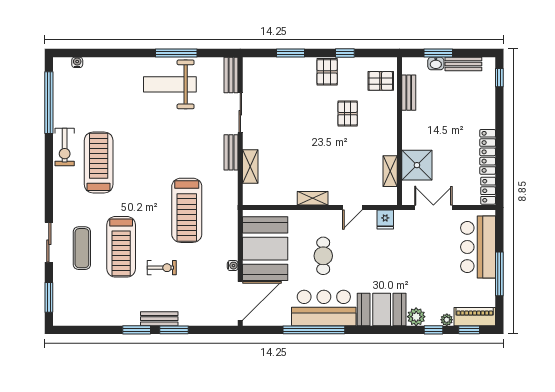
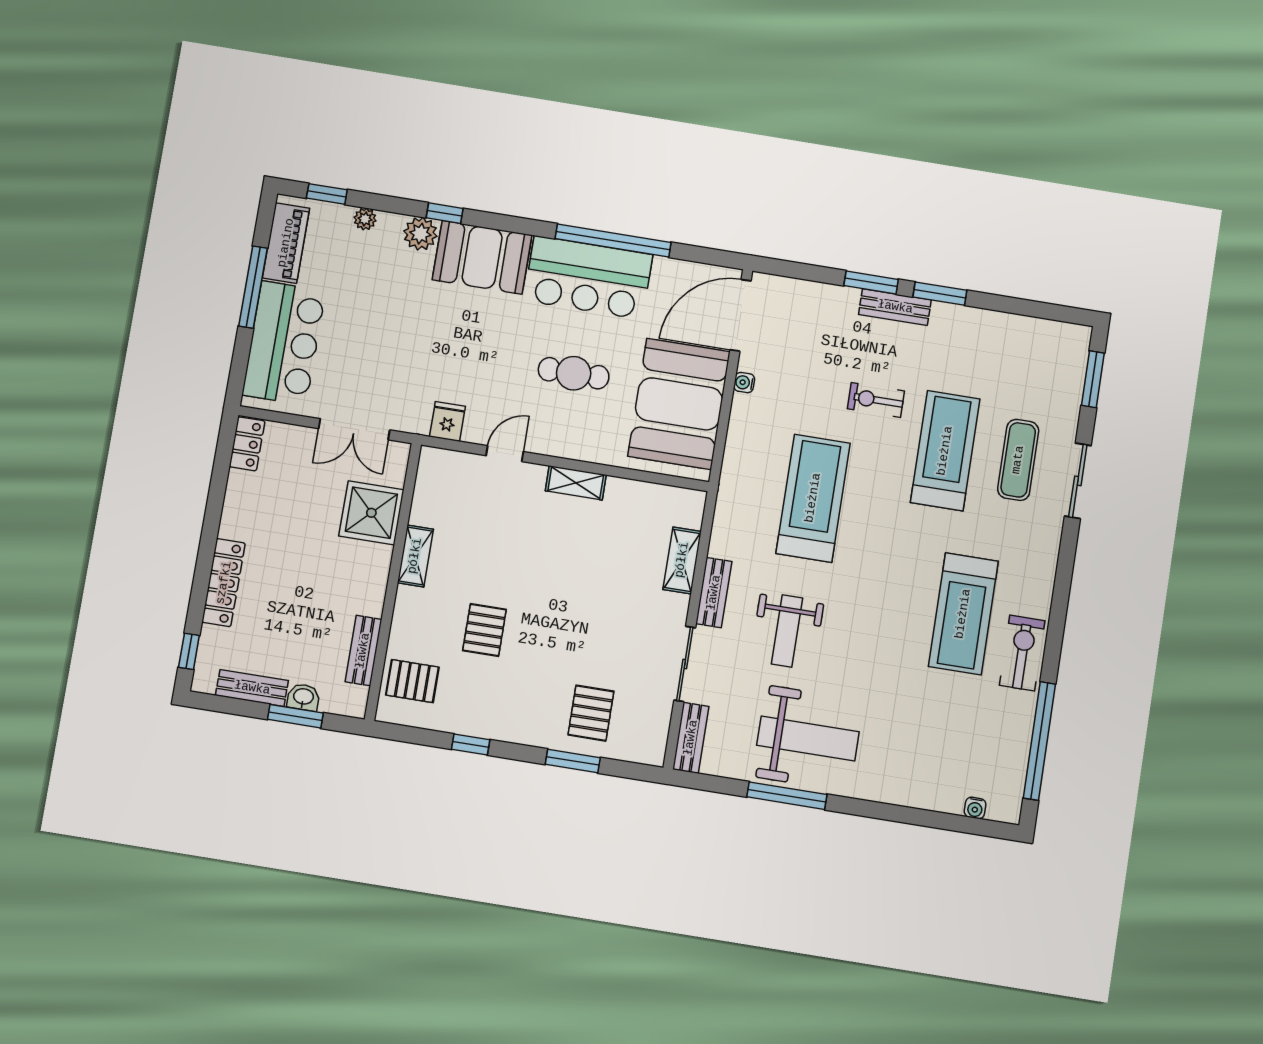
pallet: (327, 72) -> (591, 713), moved
weight bench: (190, 139) -> (787, 631), added
locker: (488, 152) -> (224, 583), moved
shelving: (390, 171) -> (415, 556), moved
cafe table: (323, 256) -> (574, 373), turned 90
piano: (475, 317) -> (286, 243), moved, turned -90
window: (434, 330) -> (445, 213), moved

